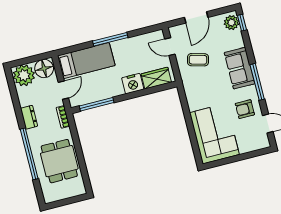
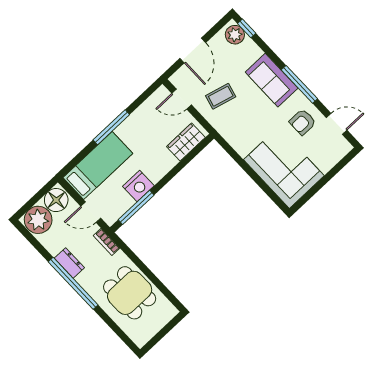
nightstand: (133, 84) -> (138, 186), moved
door: (63, 90) -> (91, 212), swing flipped
window: (29, 154) -> (73, 283), moved

